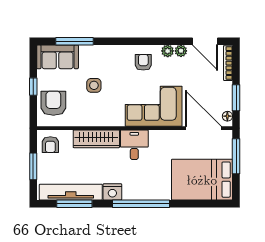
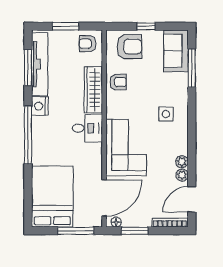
armchair: (143, 62) -> (118, 82), moved
side table: (94, 85) -> (166, 114), moved

